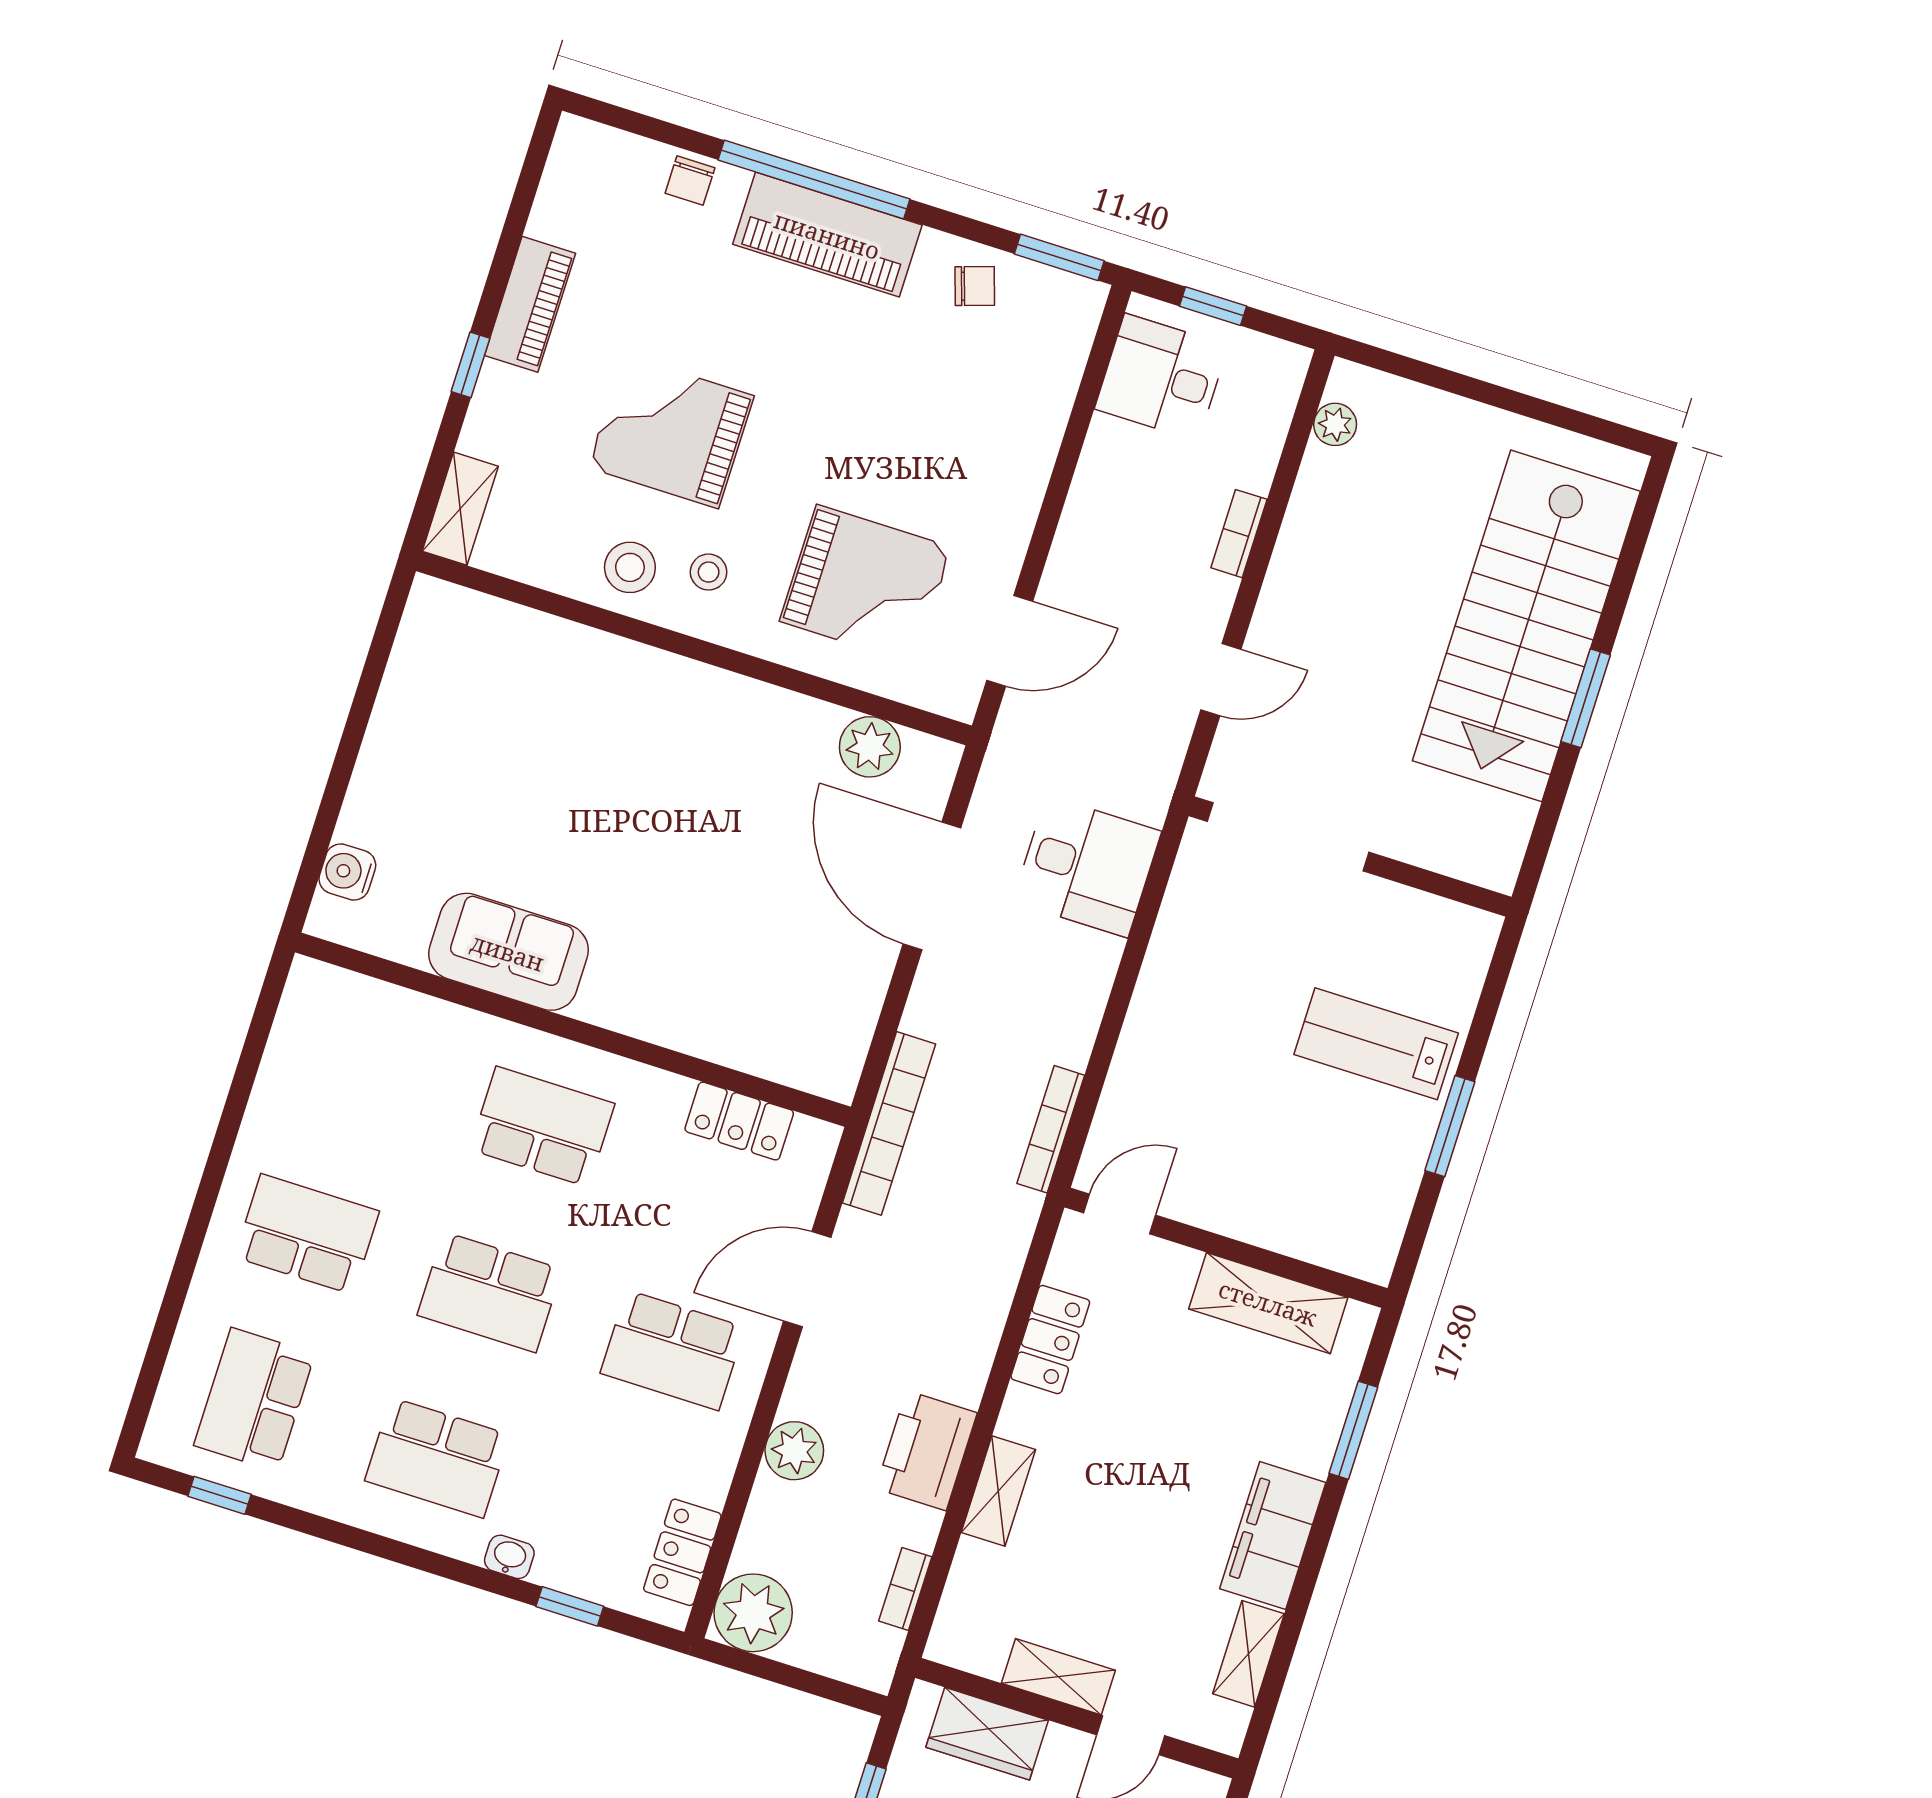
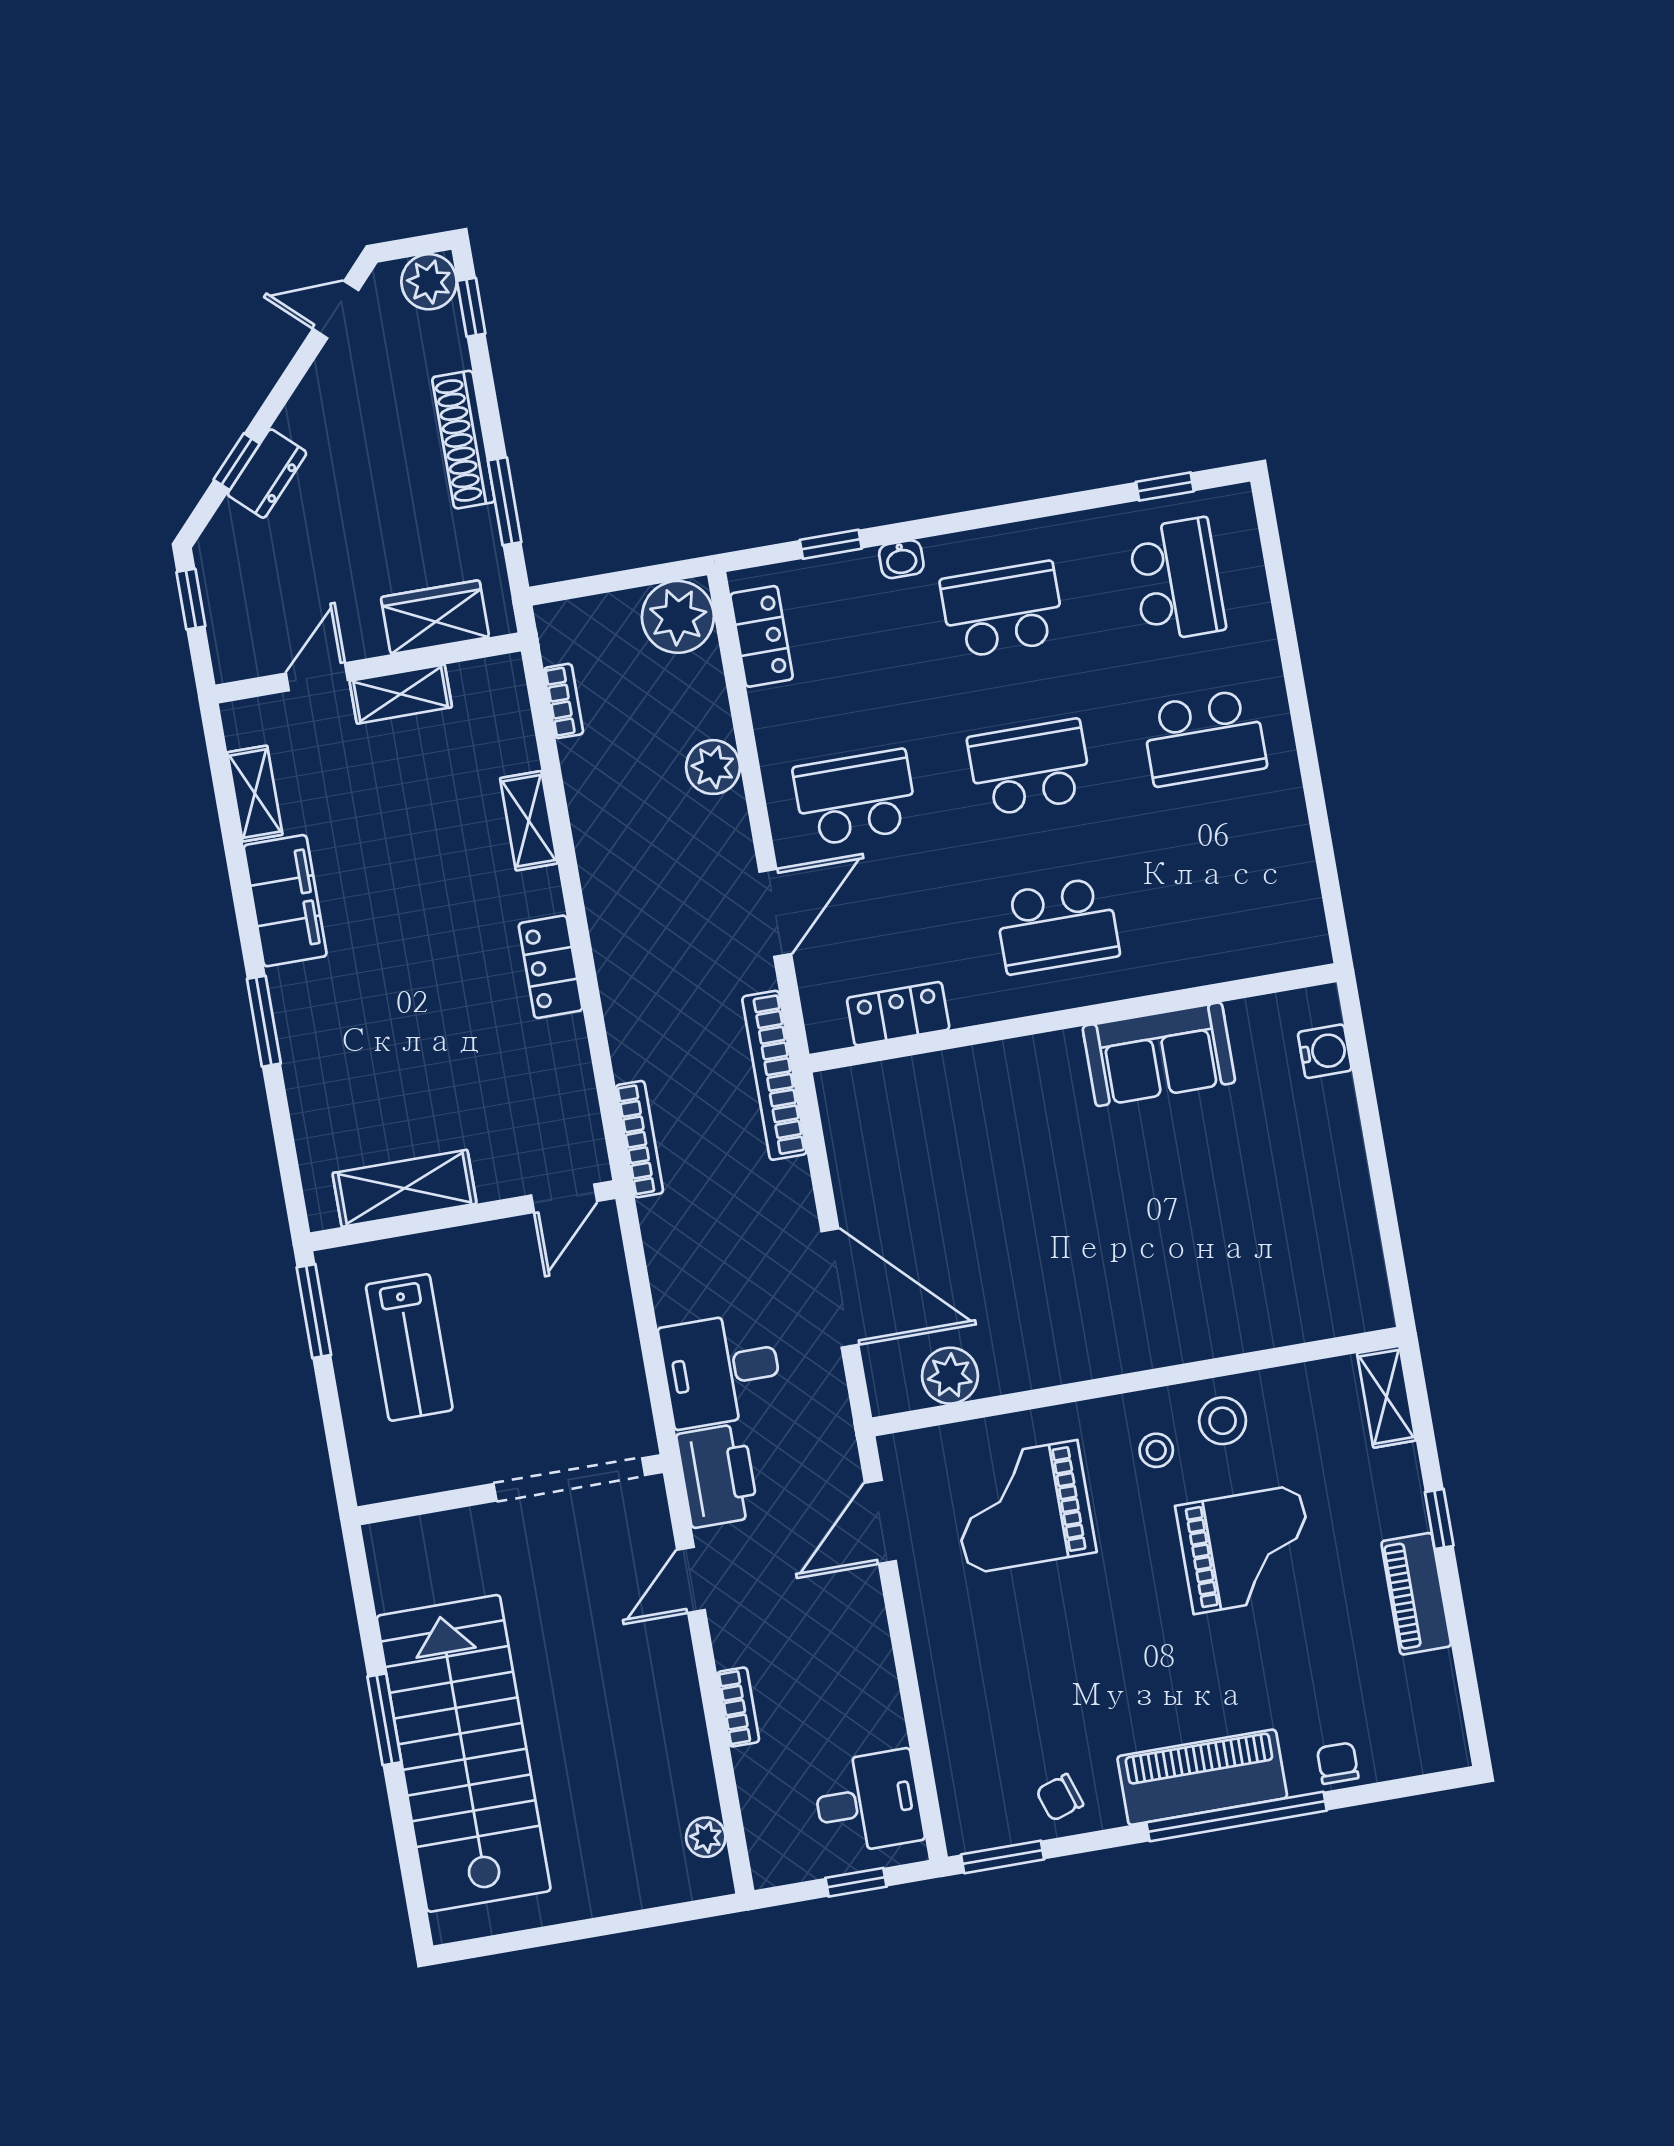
lab bench: (1376, 1044) -> (409, 1347), turned 90
door: (1120, 1214) -> (564, 1198), moved
wall: (1226, 1248) -> (463, 1216), moved
shelving: (1268, 1303) -> (405, 1188), moved
printer: (926, 1451) -> (718, 1476), moved

